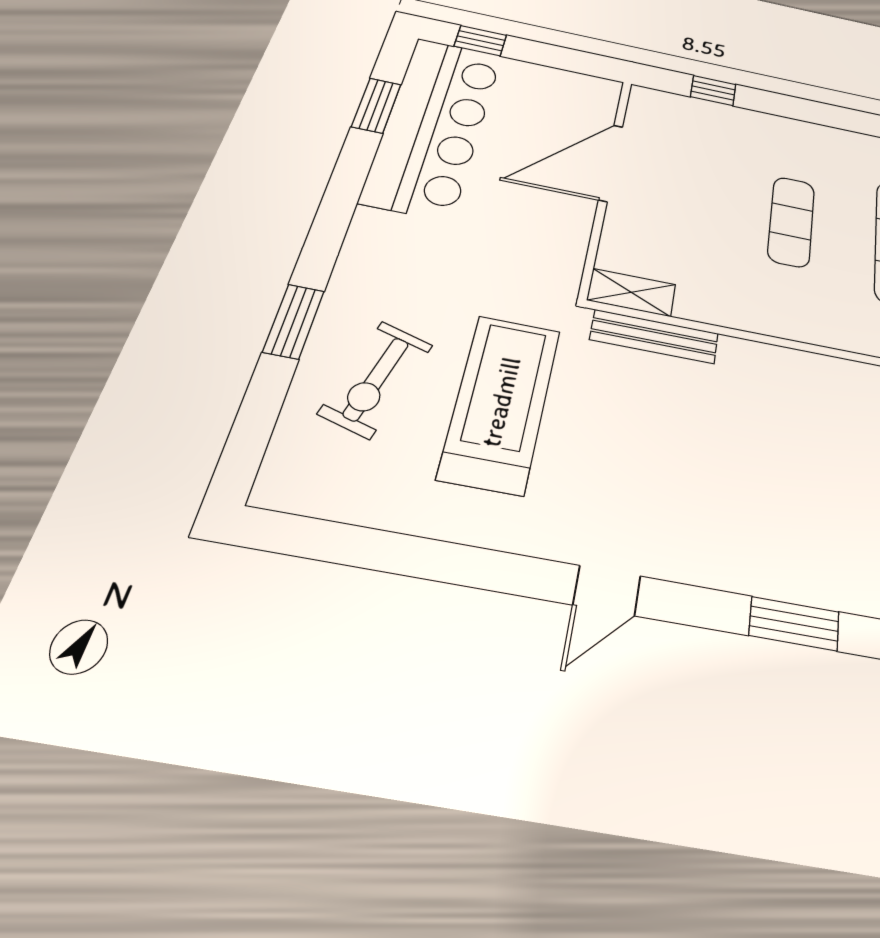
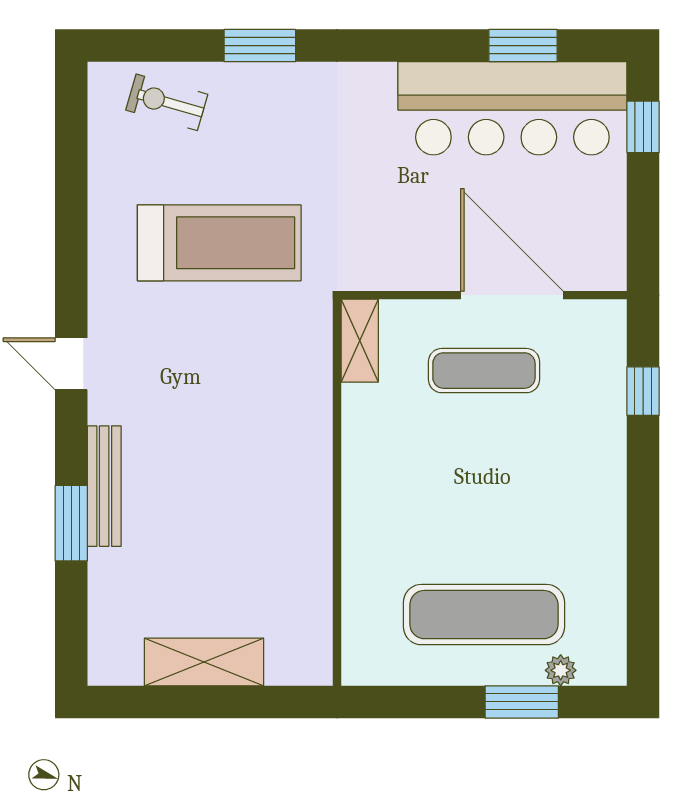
exercise mat: (791, 221) -> (484, 371), moved
bench: (654, 336) -> (104, 486), moved
exercise bike: (376, 379) -> (167, 102), moved, width x0.73, depth x0.72

